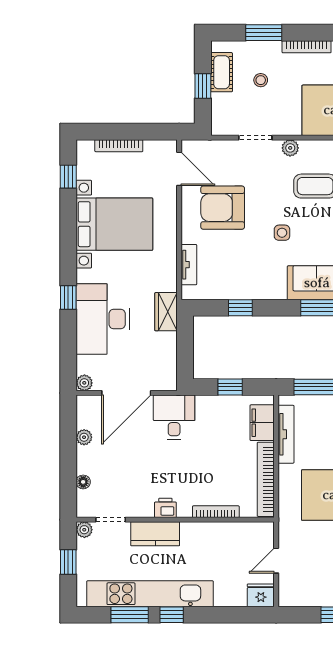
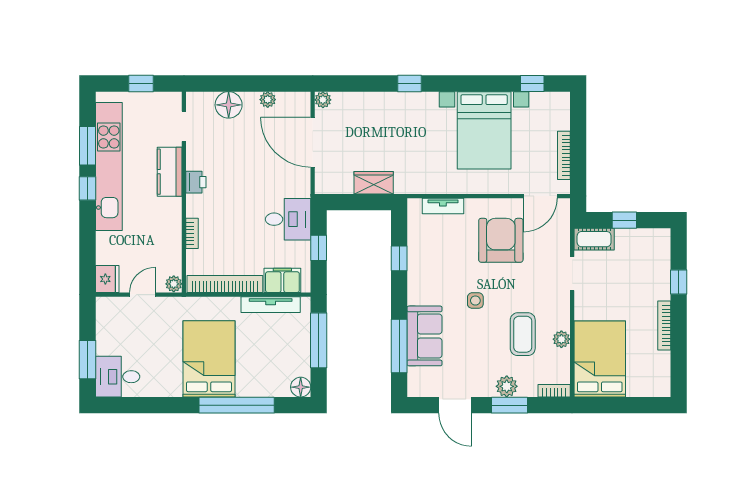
window: (264, 33) -> (679, 282), width x0.67
cot: (222, 72) -> (594, 239), moved
stool: (261, 80) -> (630, 279), removed
bookcase: (119, 146) -> (564, 155), moved
plant: (290, 148) -> (561, 339), moved
wardrobe: (166, 312) -> (374, 183), moved
desk: (103, 319) -> (388, 119), removed
desk: (174, 417) -> (288, 219), moved
floor lamp: (83, 482) -> (229, 105), width x1.89, depth x1.89
bookcase: (216, 512) -> (192, 233), width x0.64
plant: (84, 530) -> (174, 284), moved
door: (276, 561) -> (142, 295), hinge flipped

